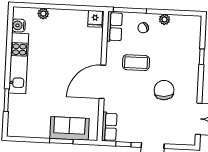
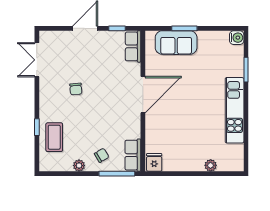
water cooler: (19, 25) -> (237, 38), moved
coffee table: (136, 63) -> (54, 137), moved, turned 90
chair: (164, 90) -> (76, 89), width x0.54, depth x0.54

